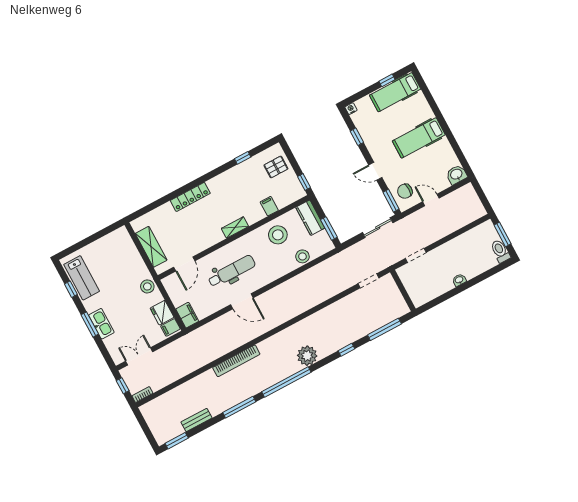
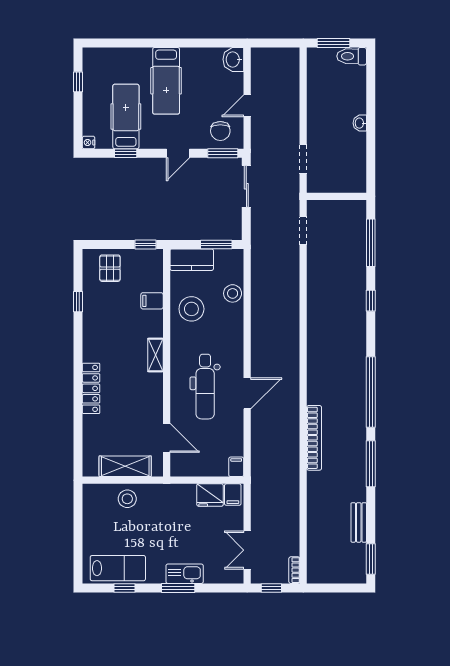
hospital bed: (395, 92) -> (126, 117), moved, turned 180
dental chair: (232, 271) -> (205, 387), turned 180
stool: (147, 286) -> (127, 499), moved
filing cabinet: (187, 315) -> (236, 467), width x0.50
plant: (307, 356) -> (353, 351), removed

